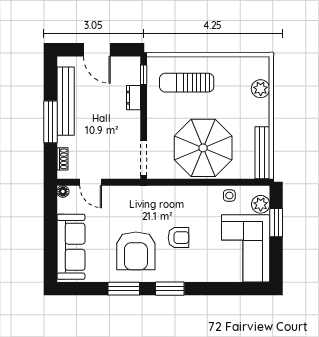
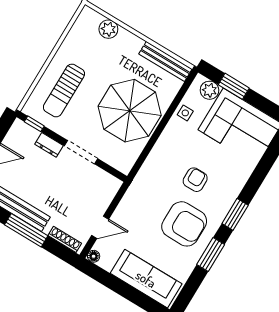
doorway: (144, 158) -> (81, 152), moved
shoe rack: (62, 159) -> (65, 239), width x1.43

